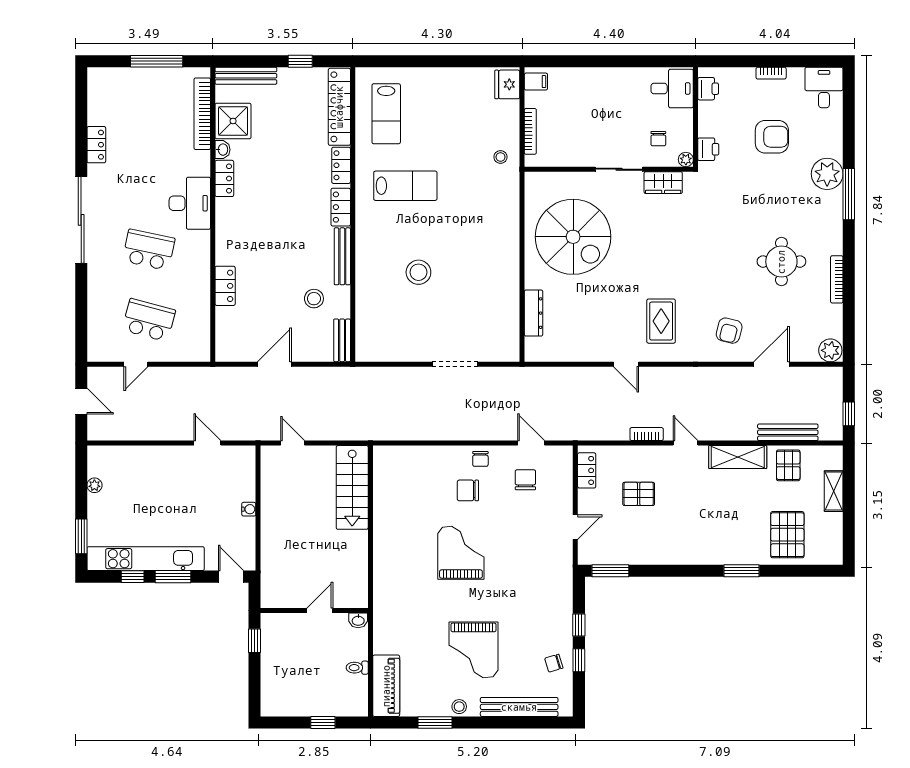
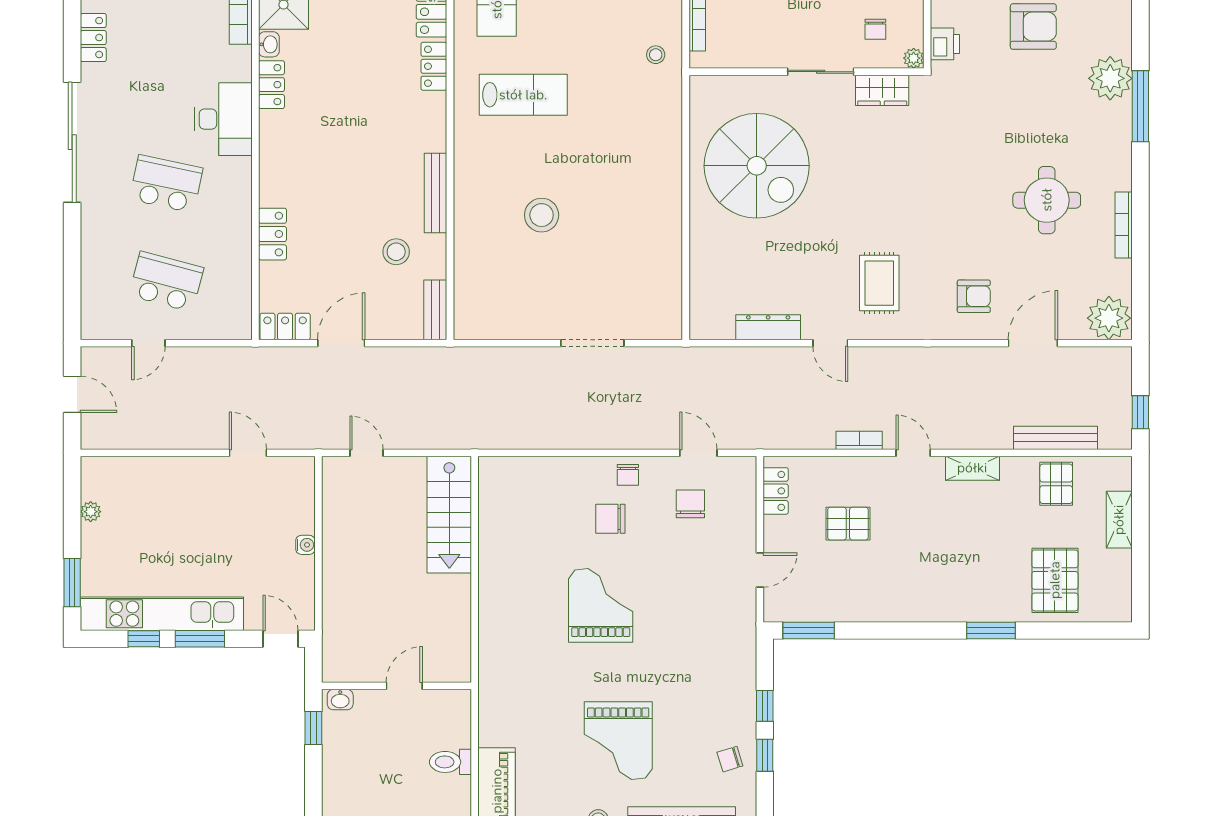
locker: (341, 207) -> (285, 327), moved, turned 90
dresser: (534, 313) -> (768, 327), moved, turned -90
armchair: (729, 331) -> (974, 296), turned -104
plant: (830, 350) -> (1109, 318), width x1.36, depth x1.36
shelving: (738, 457) -> (972, 468), width x0.67, depth x0.75
washbasin: (358, 620) -> (340, 700), moved
toilet: (357, 668) -> (450, 762), width x1.37, depth x1.39

